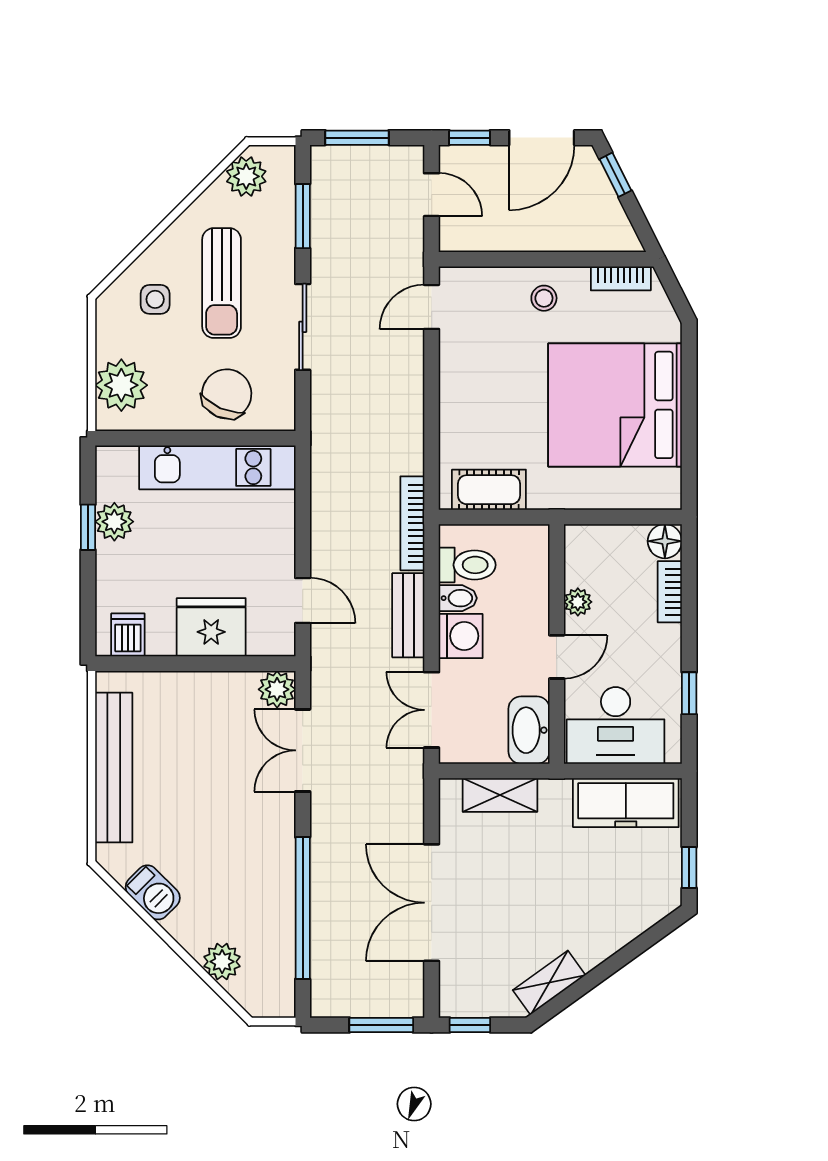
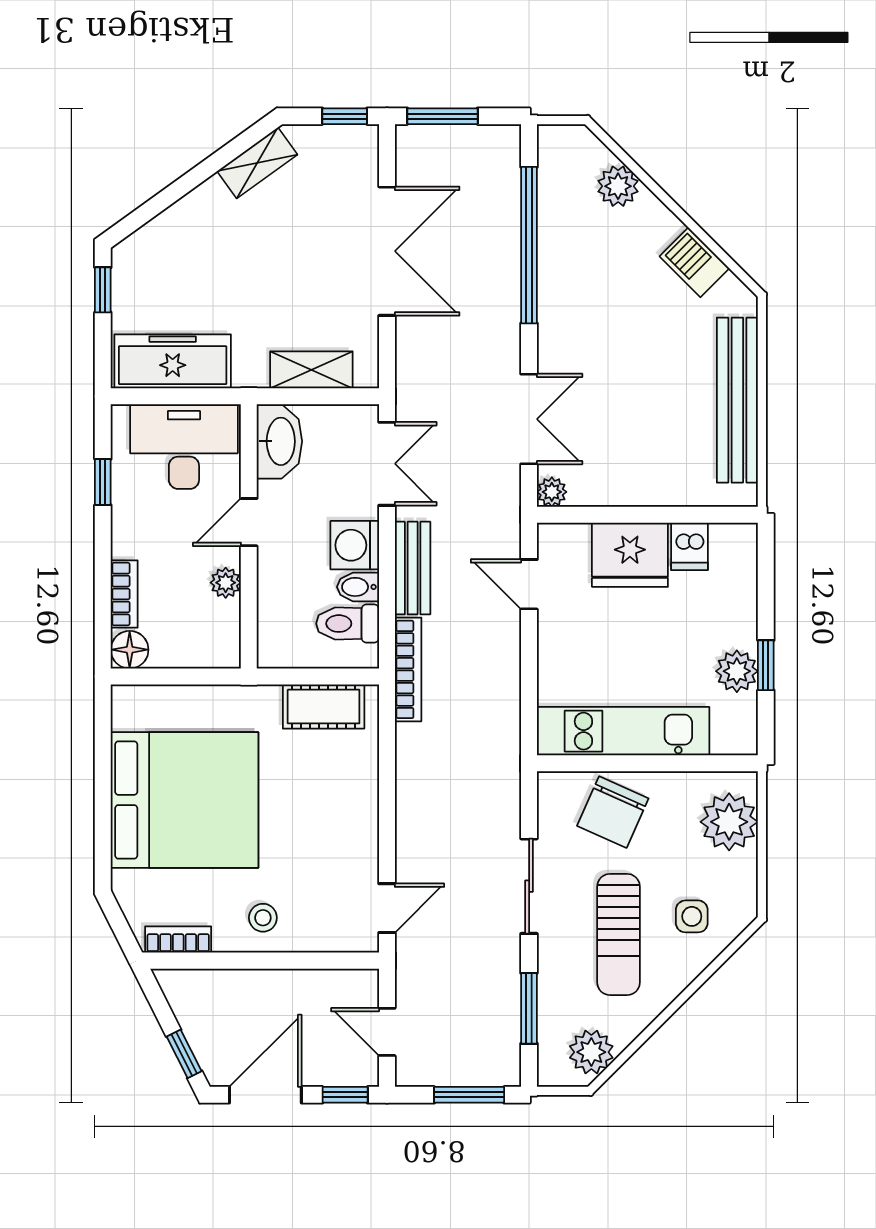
sun lounger: (222, 283) -> (619, 934), turned 180
dishwasher: (128, 635) -> (690, 546), moved
plant: (277, 689) -> (552, 492), width x0.73, depth x0.73

